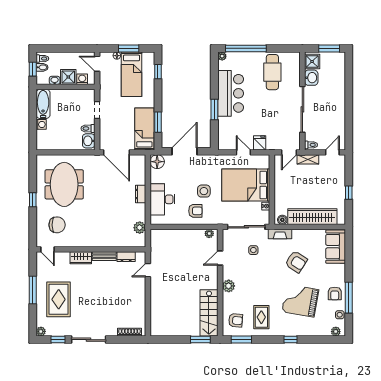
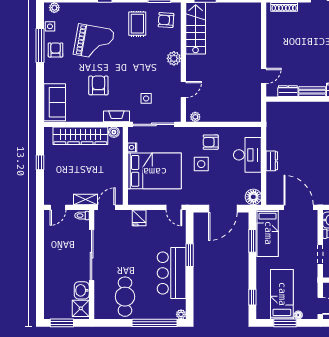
door: (243, 152) -> (174, 207), moved
plant: (140, 228) -> (273, 123), removed
armchair: (296, 262) -> (98, 85), turned 57

